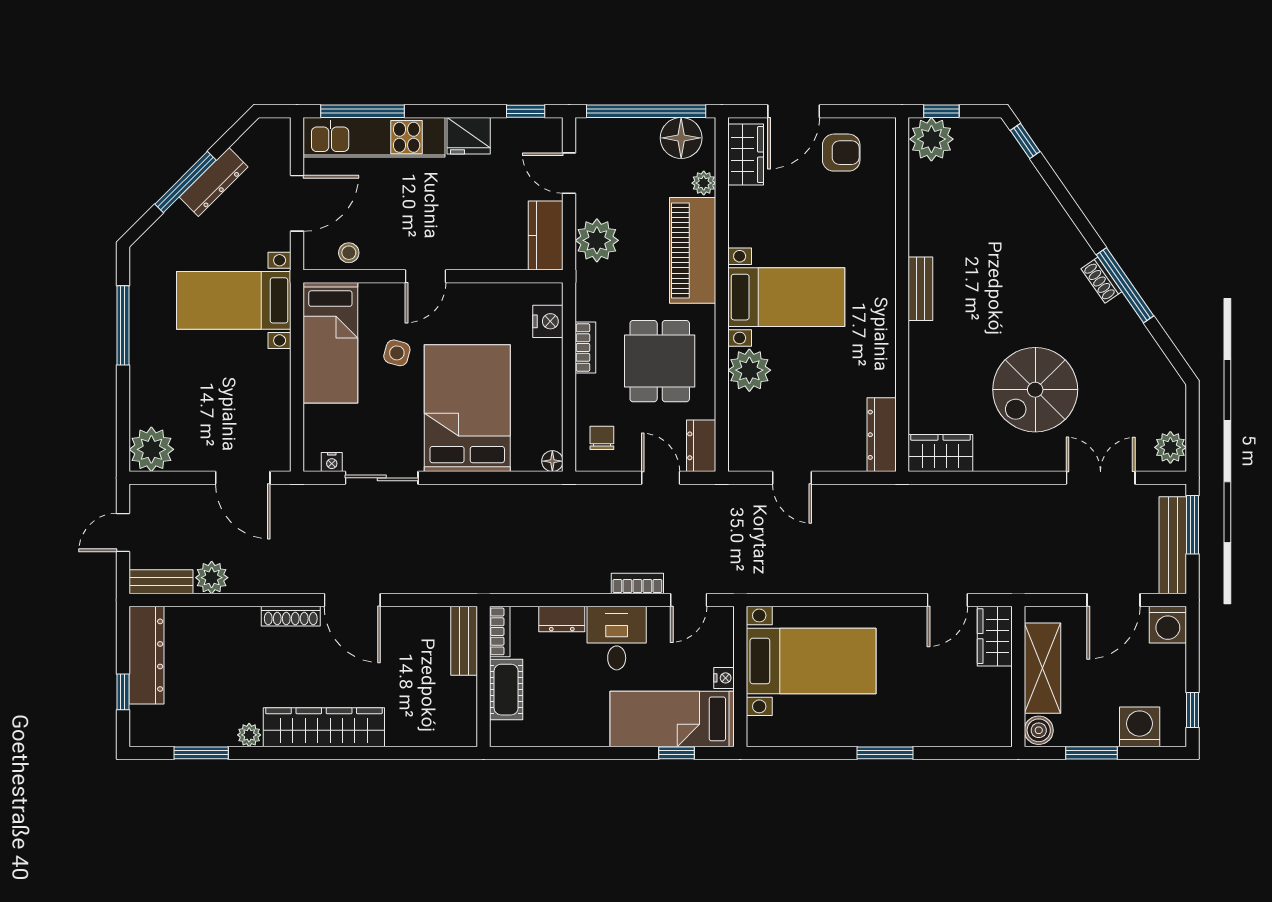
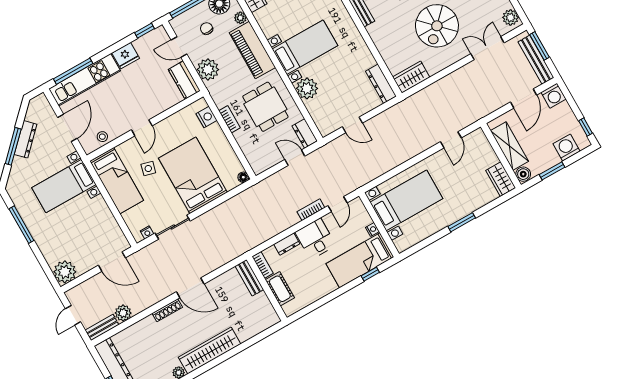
chair: (602, 438) -> (207, 29), moved
wardrobe: (995, 636) -> (501, 179), moved

